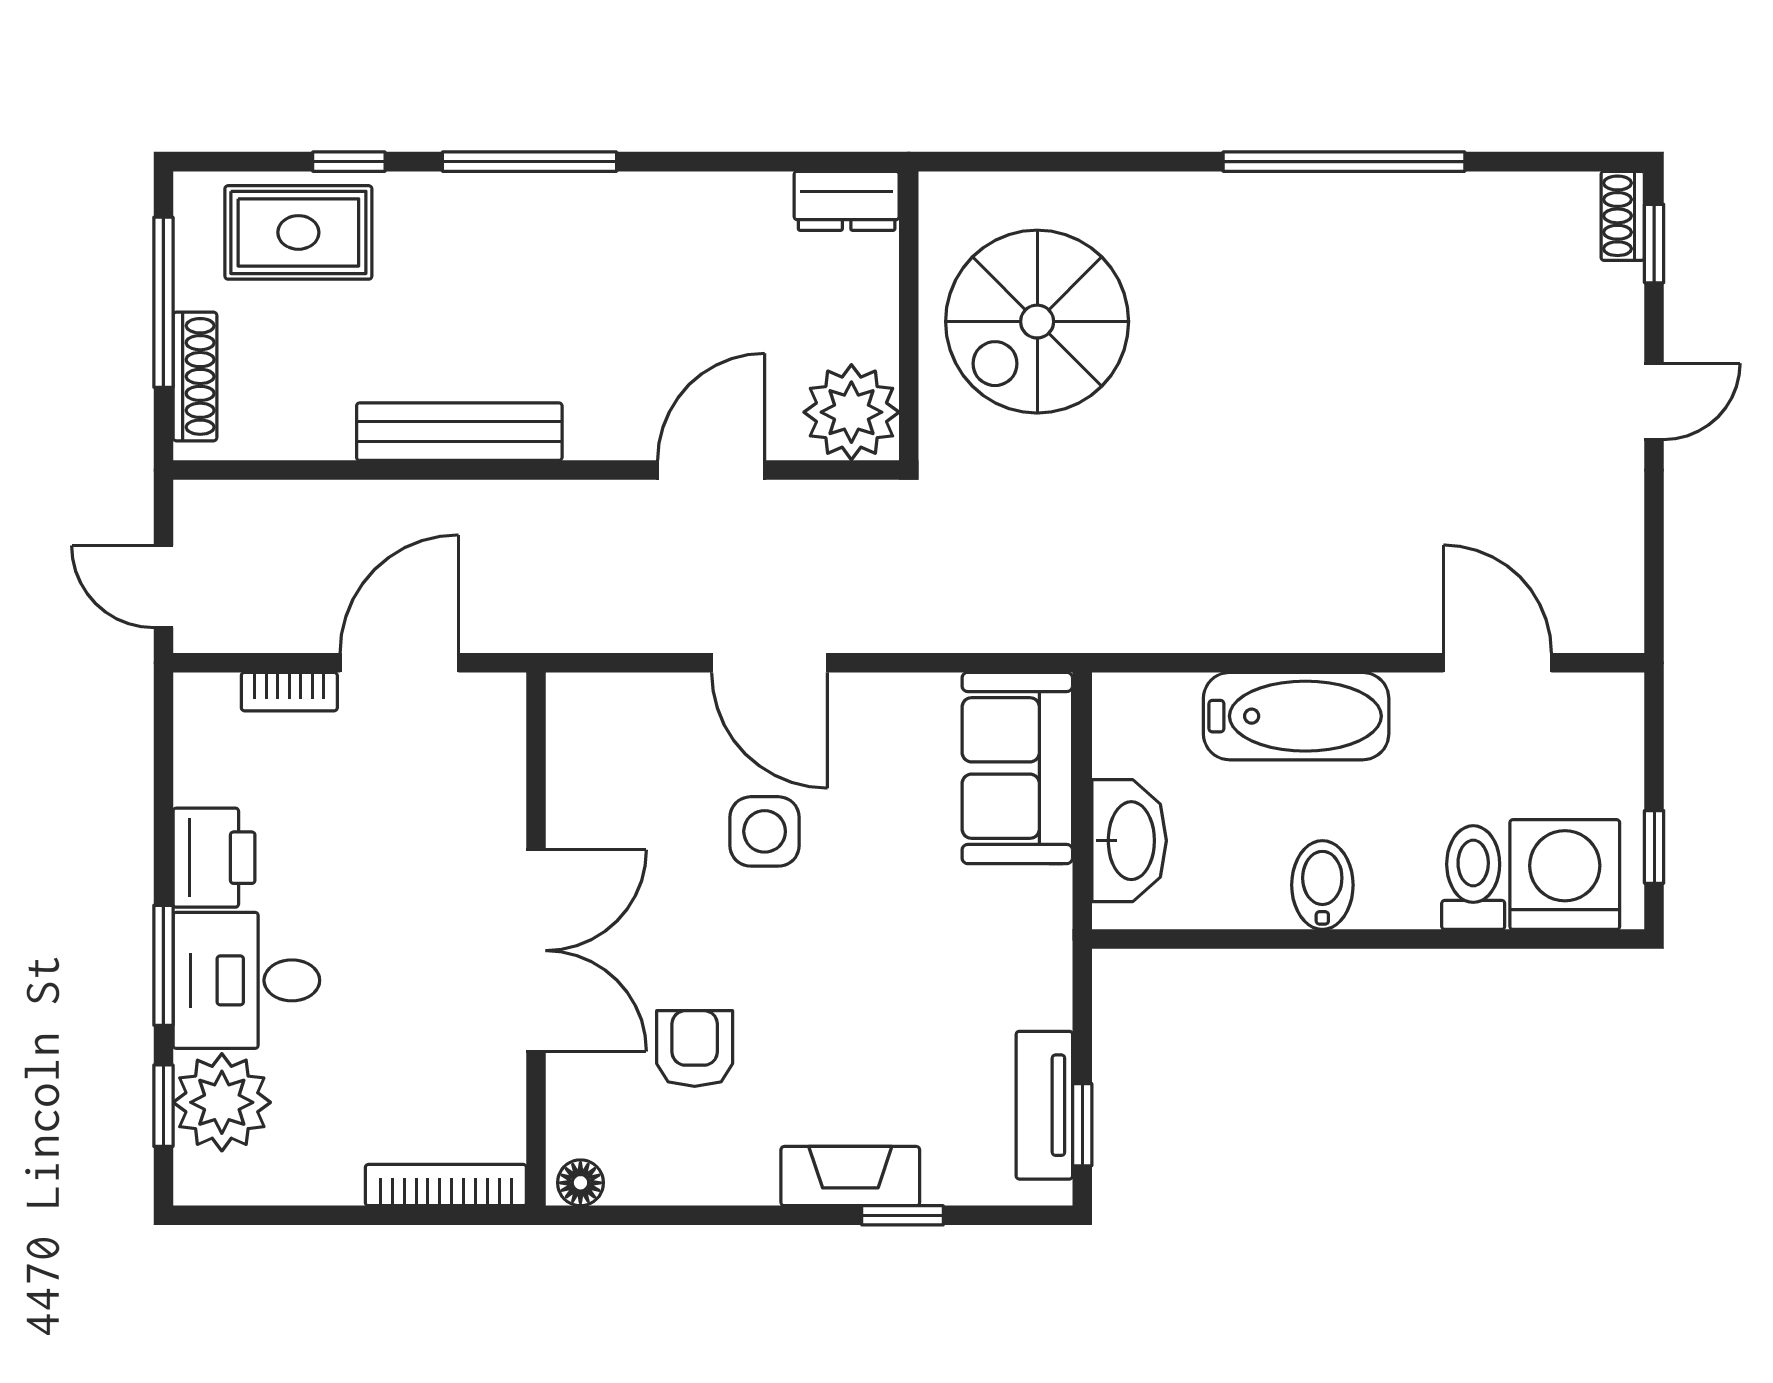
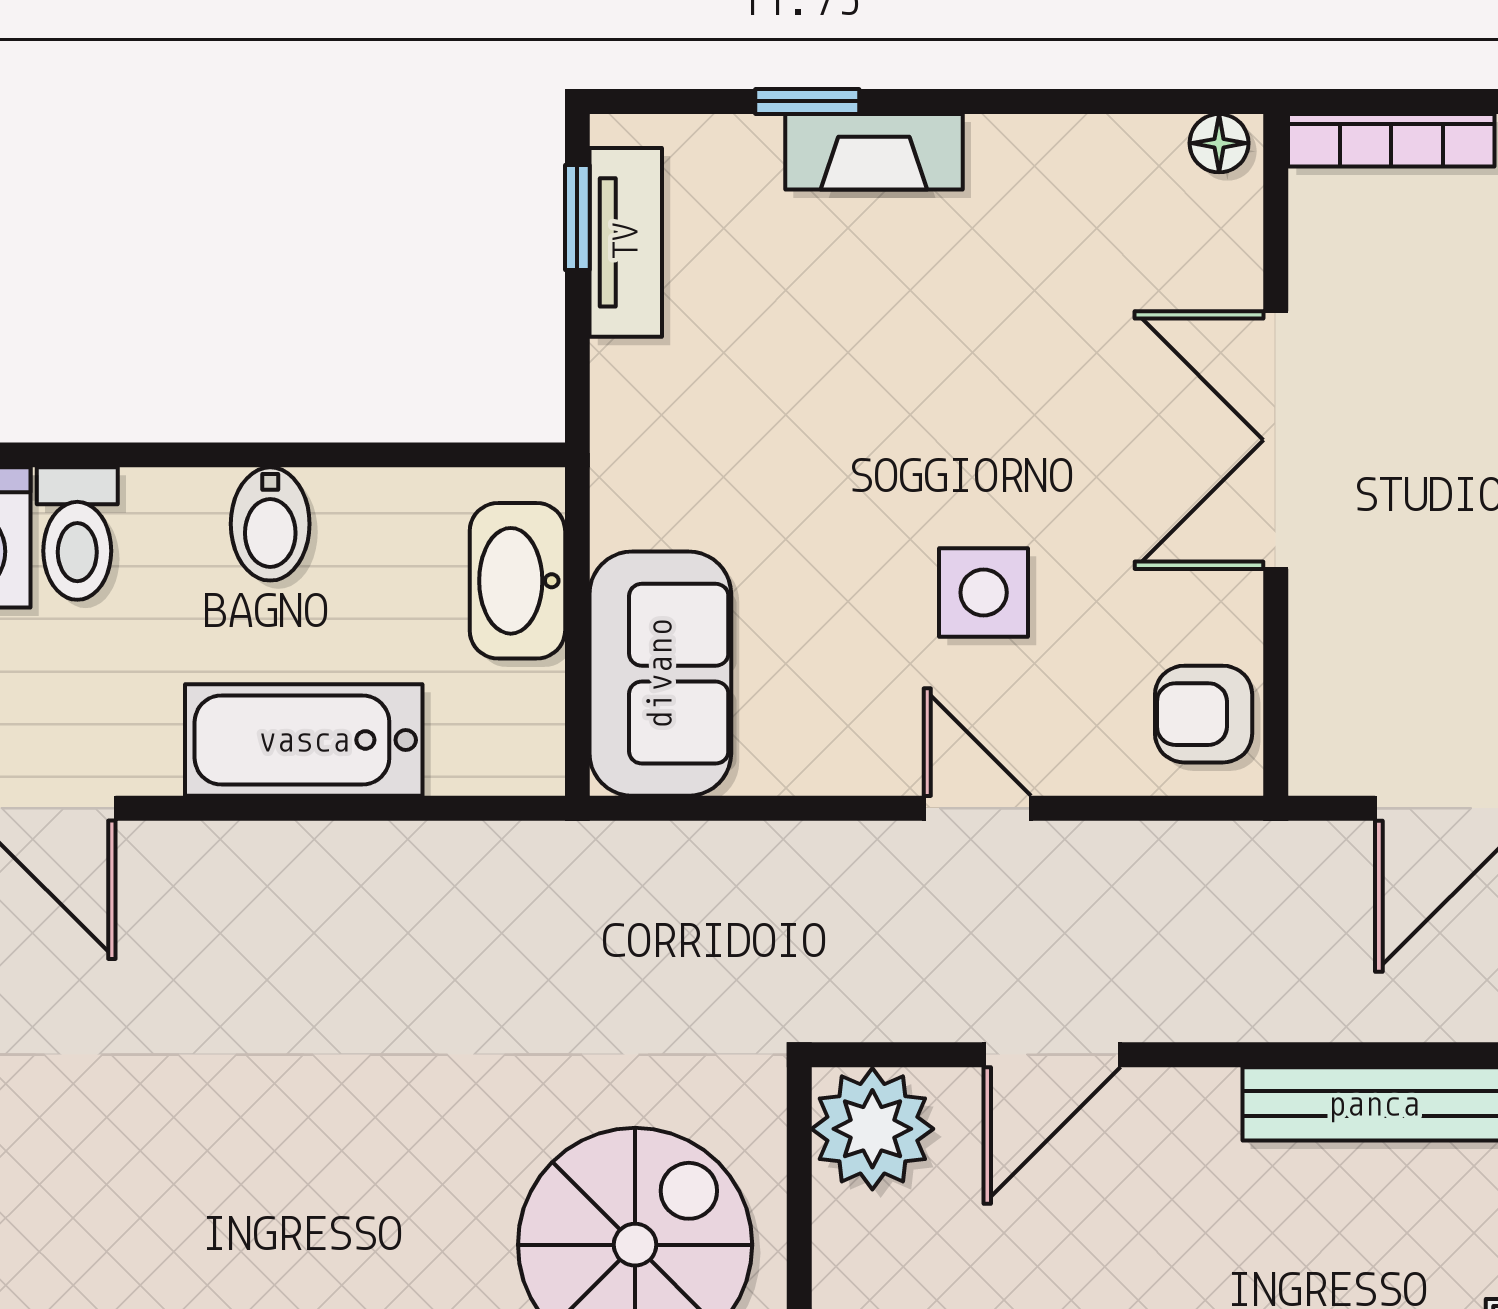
door: (769, 663) -> (977, 808), width x0.73
armchair: (695, 1049) -> (1204, 714), moved, turned 90

